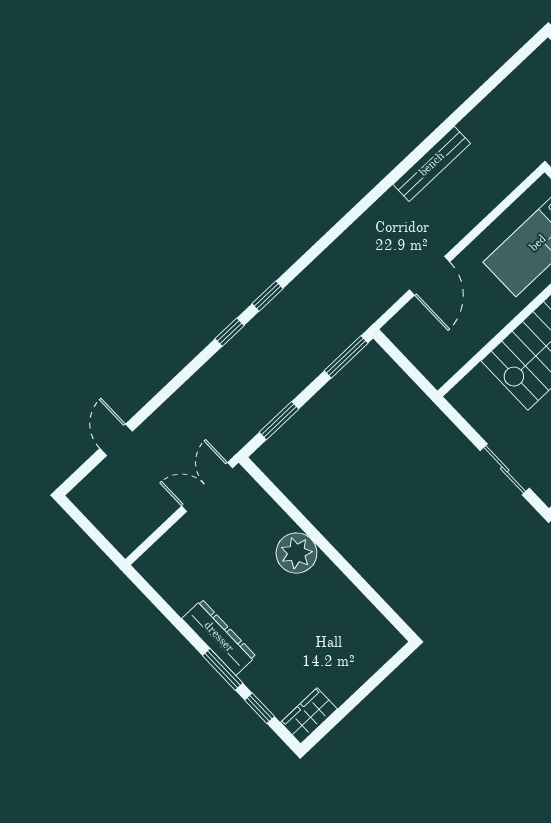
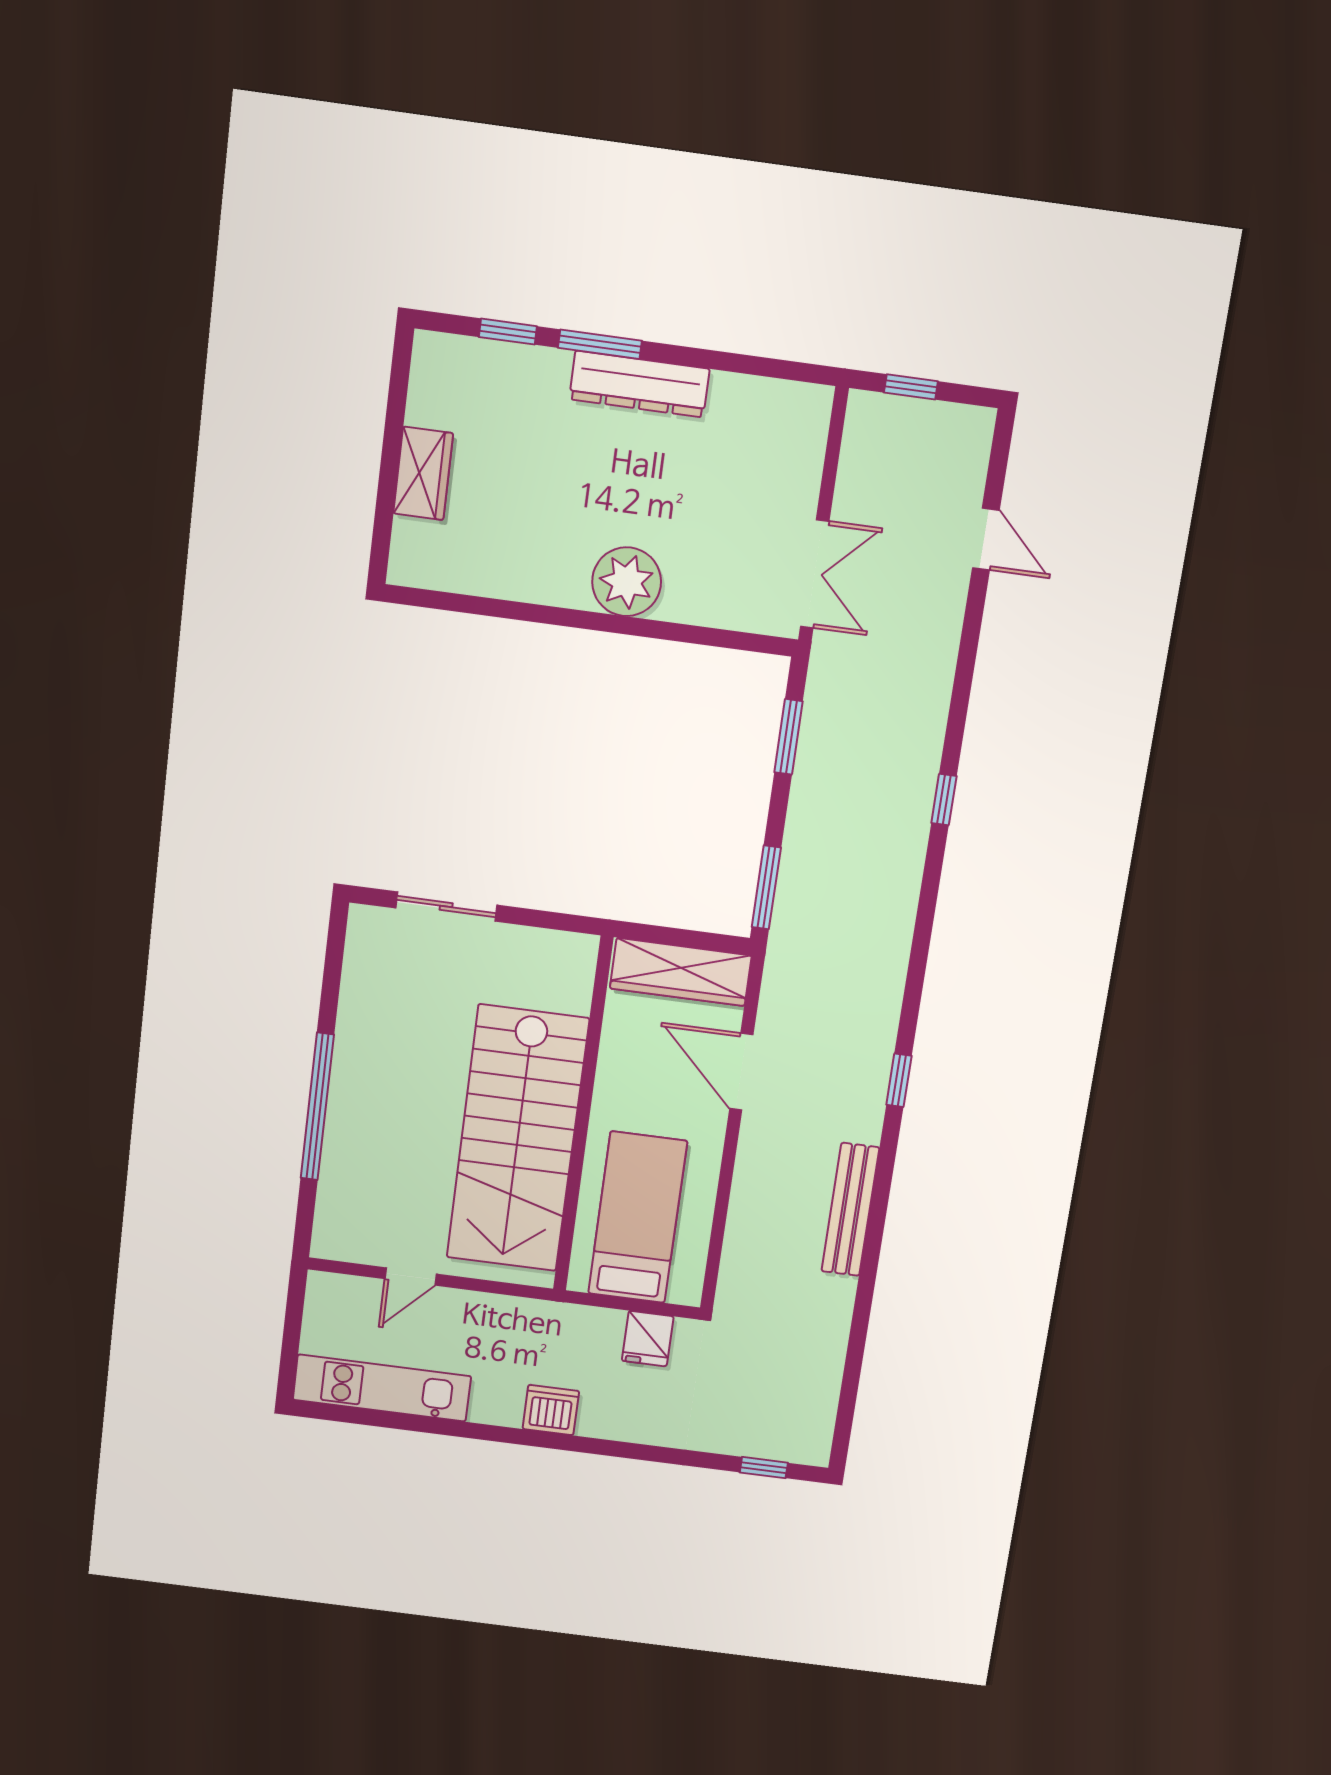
window: (268, 296) -> (899, 1080), moved
wardrobe: (419, 348) -> (681, 972), added
window: (97, 537) -> (911, 387), added
wardrobe: (309, 716) -> (423, 473), moved

